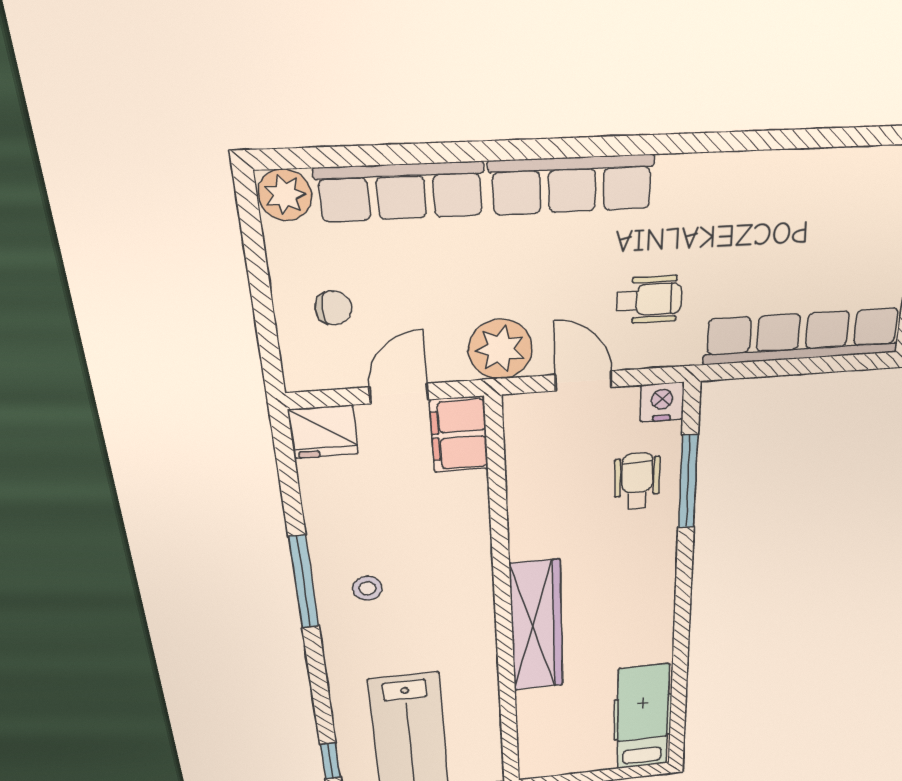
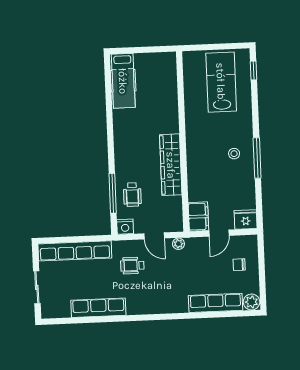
row of seats: (572, 185) -> (98, 308), moved
plant: (500, 349) -> (178, 244), width x0.53, depth x0.53
wardrobe: (537, 626) -> (171, 165), moved

